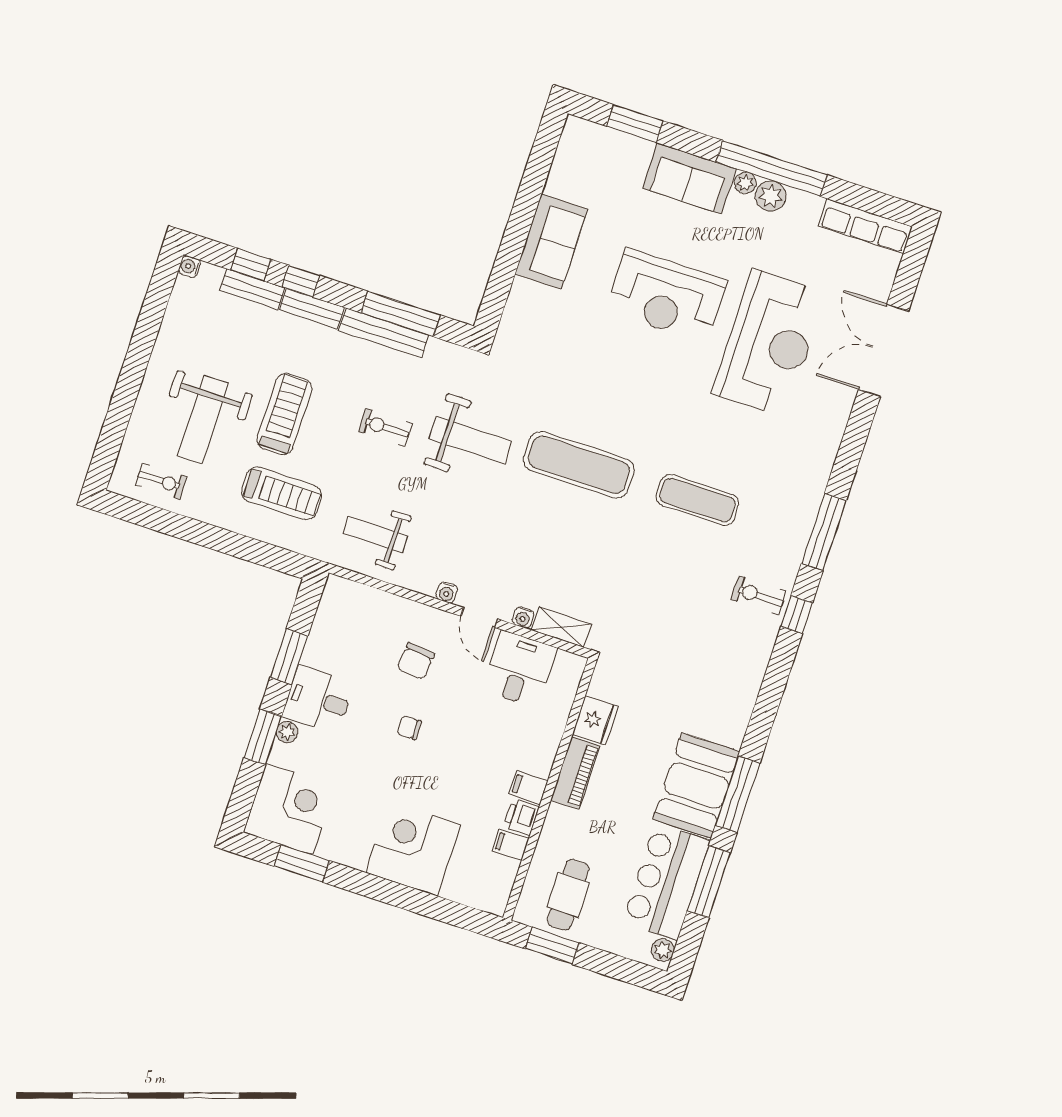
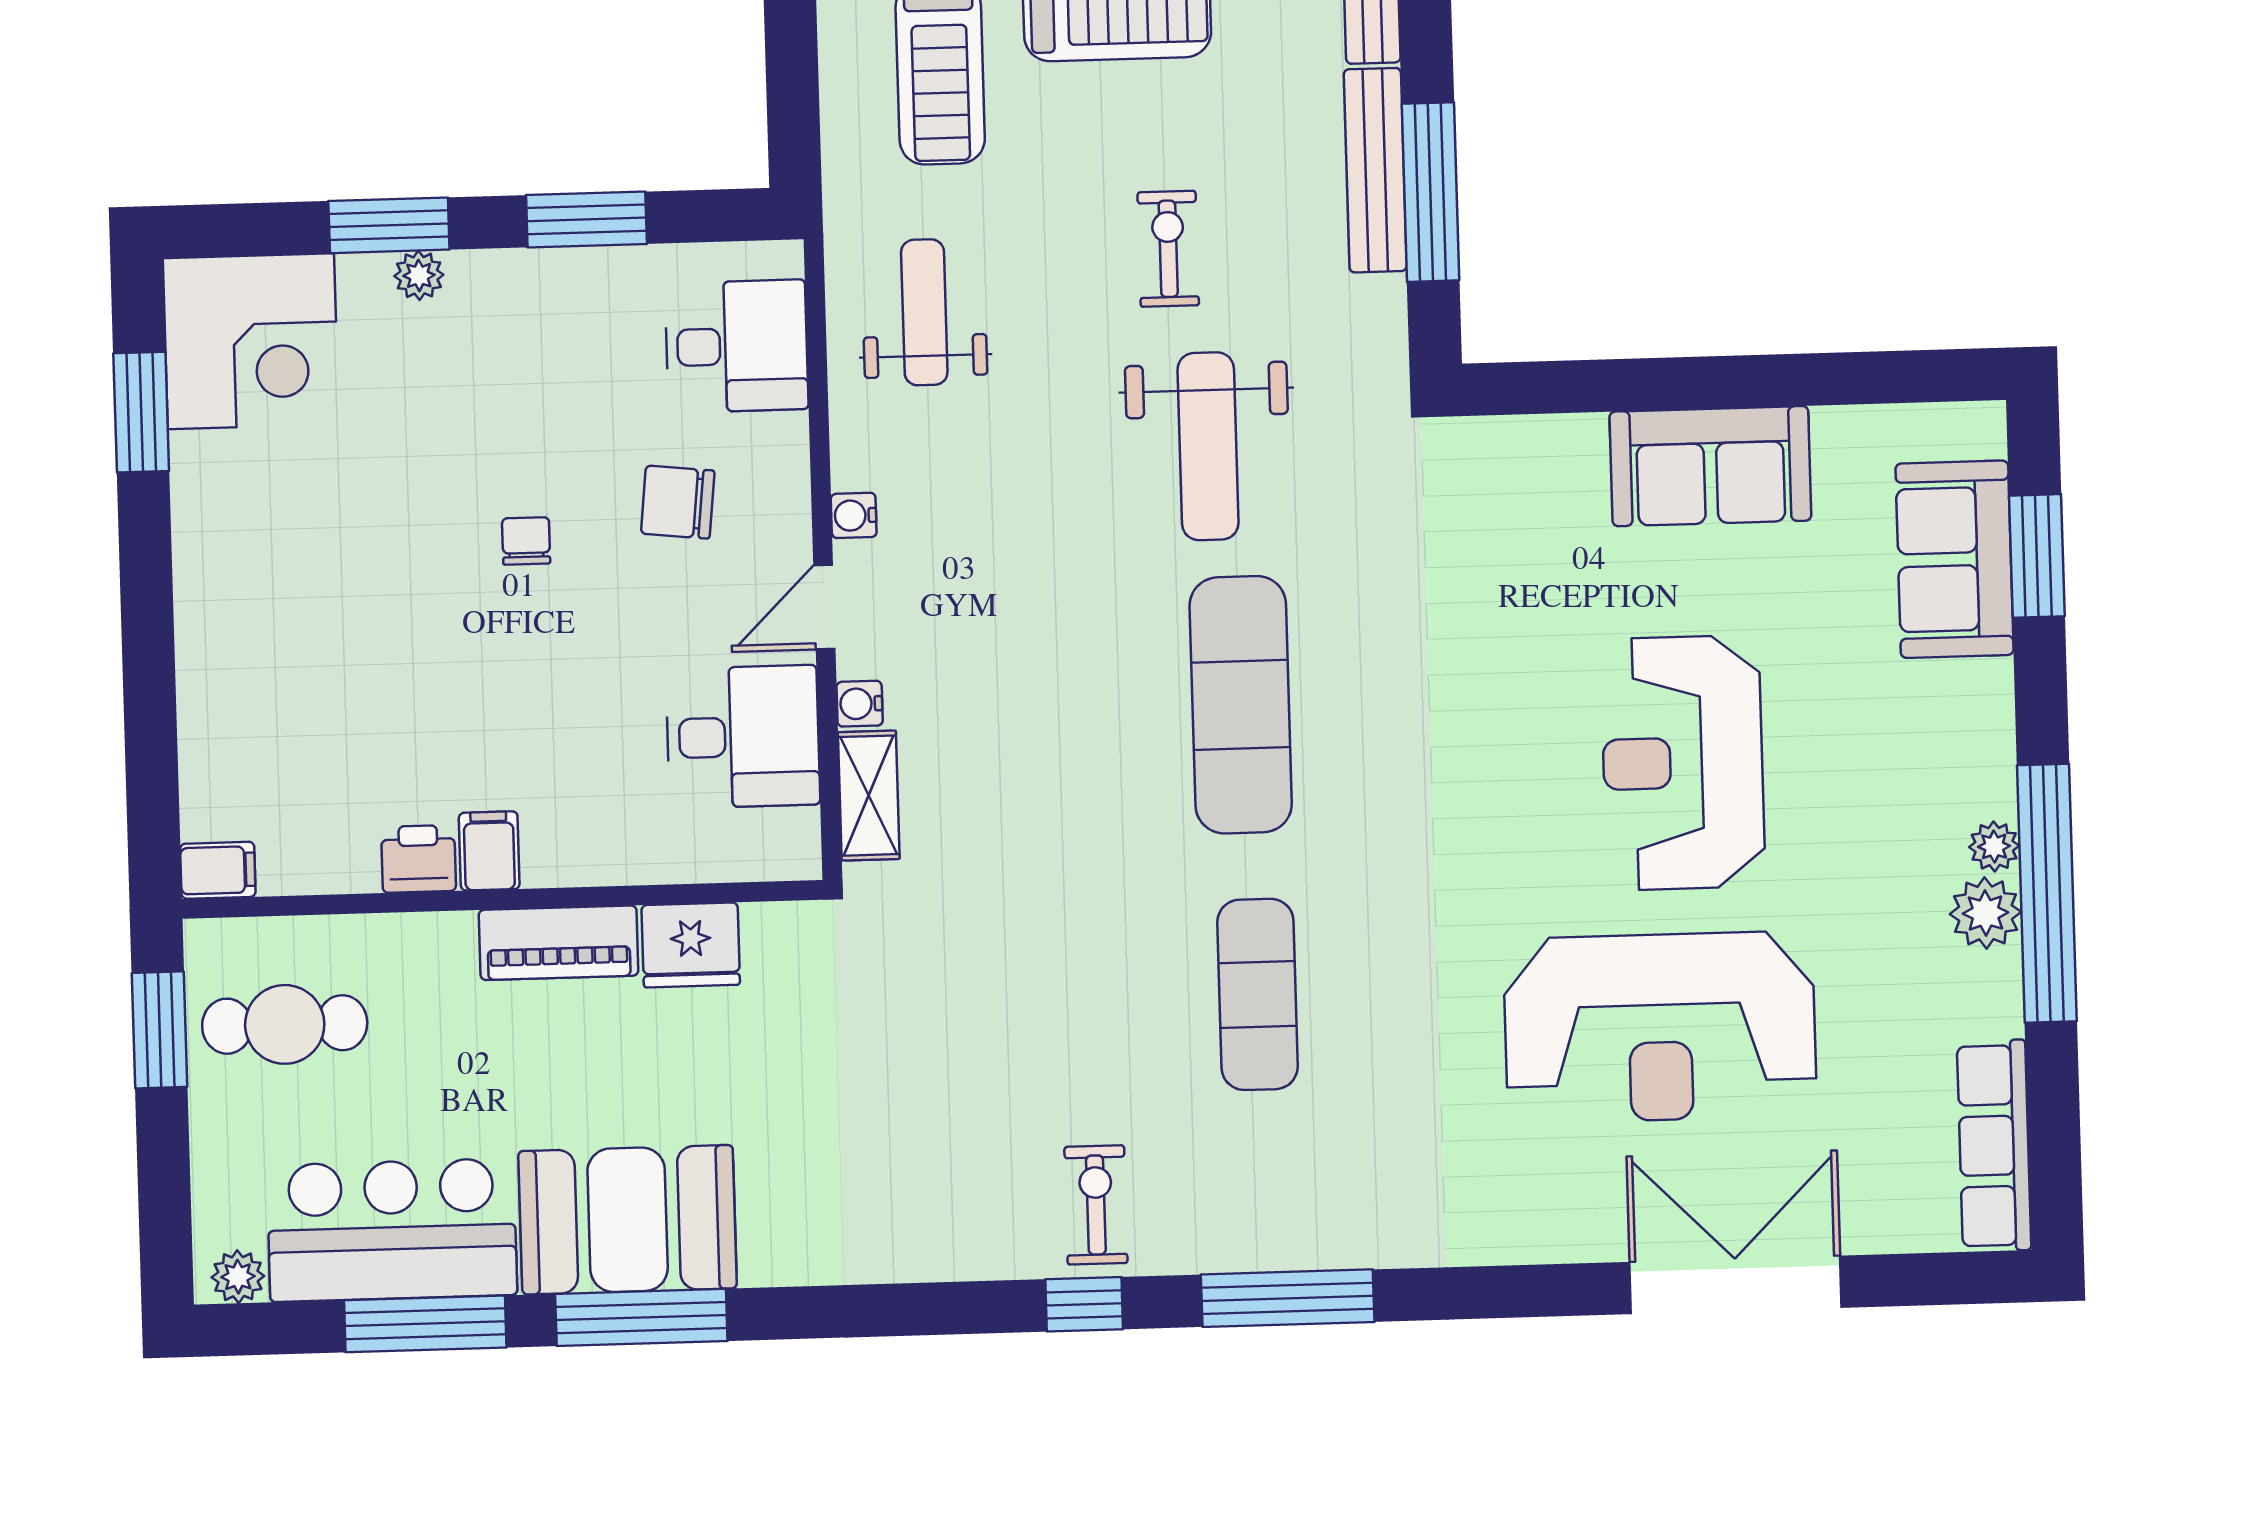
sofa: (689, 178) -> (1955, 559), moved
desk: (318, 700) -> (737, 346), moved, turned 90
filing cabinet: (510, 845) -> (218, 870), moved, turned 90
corner desk: (413, 849) -> (263, 646), removed

